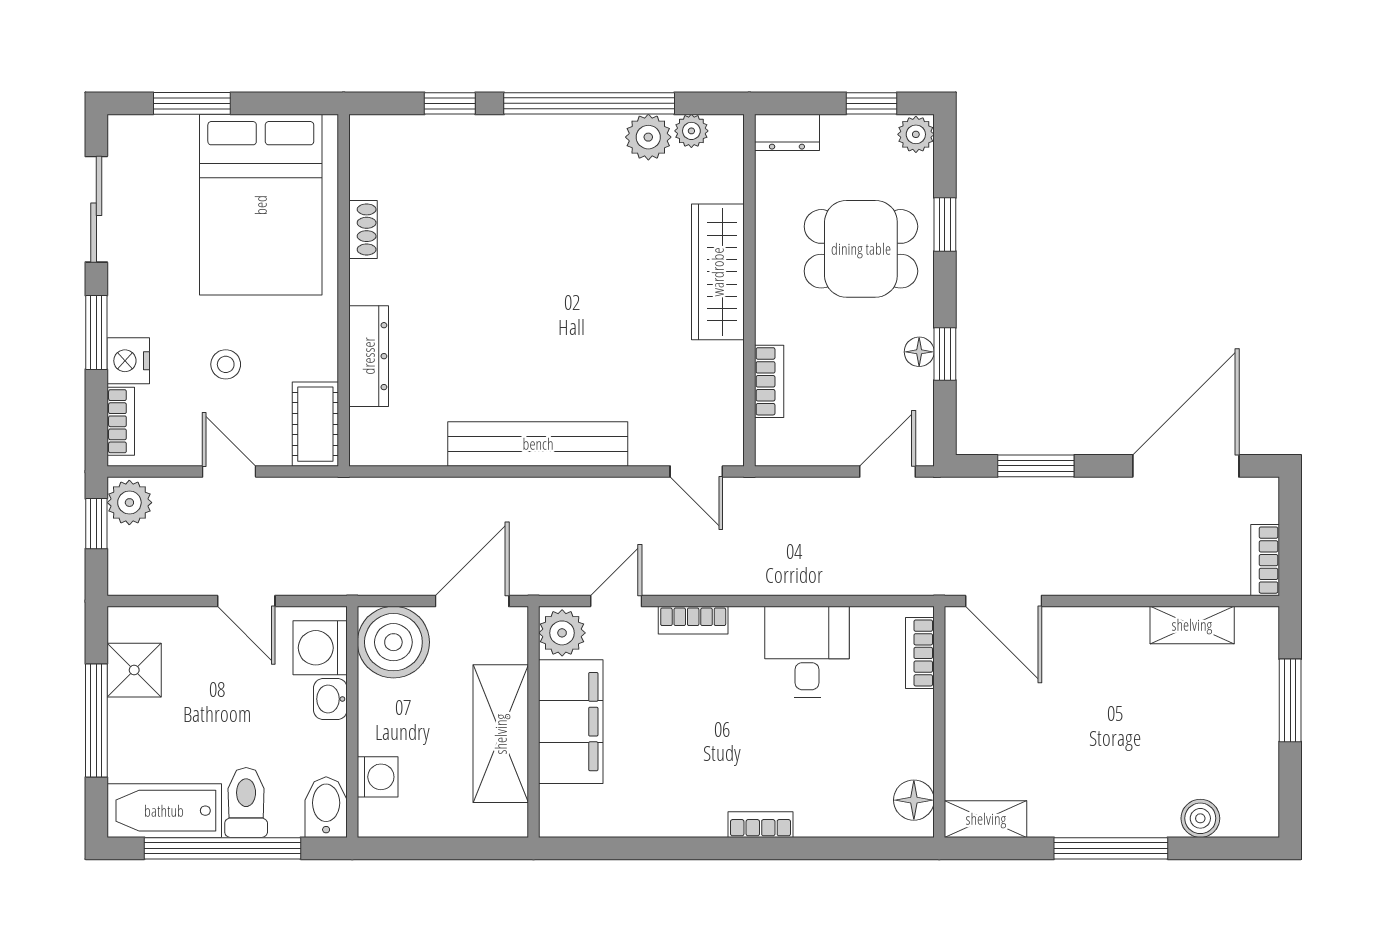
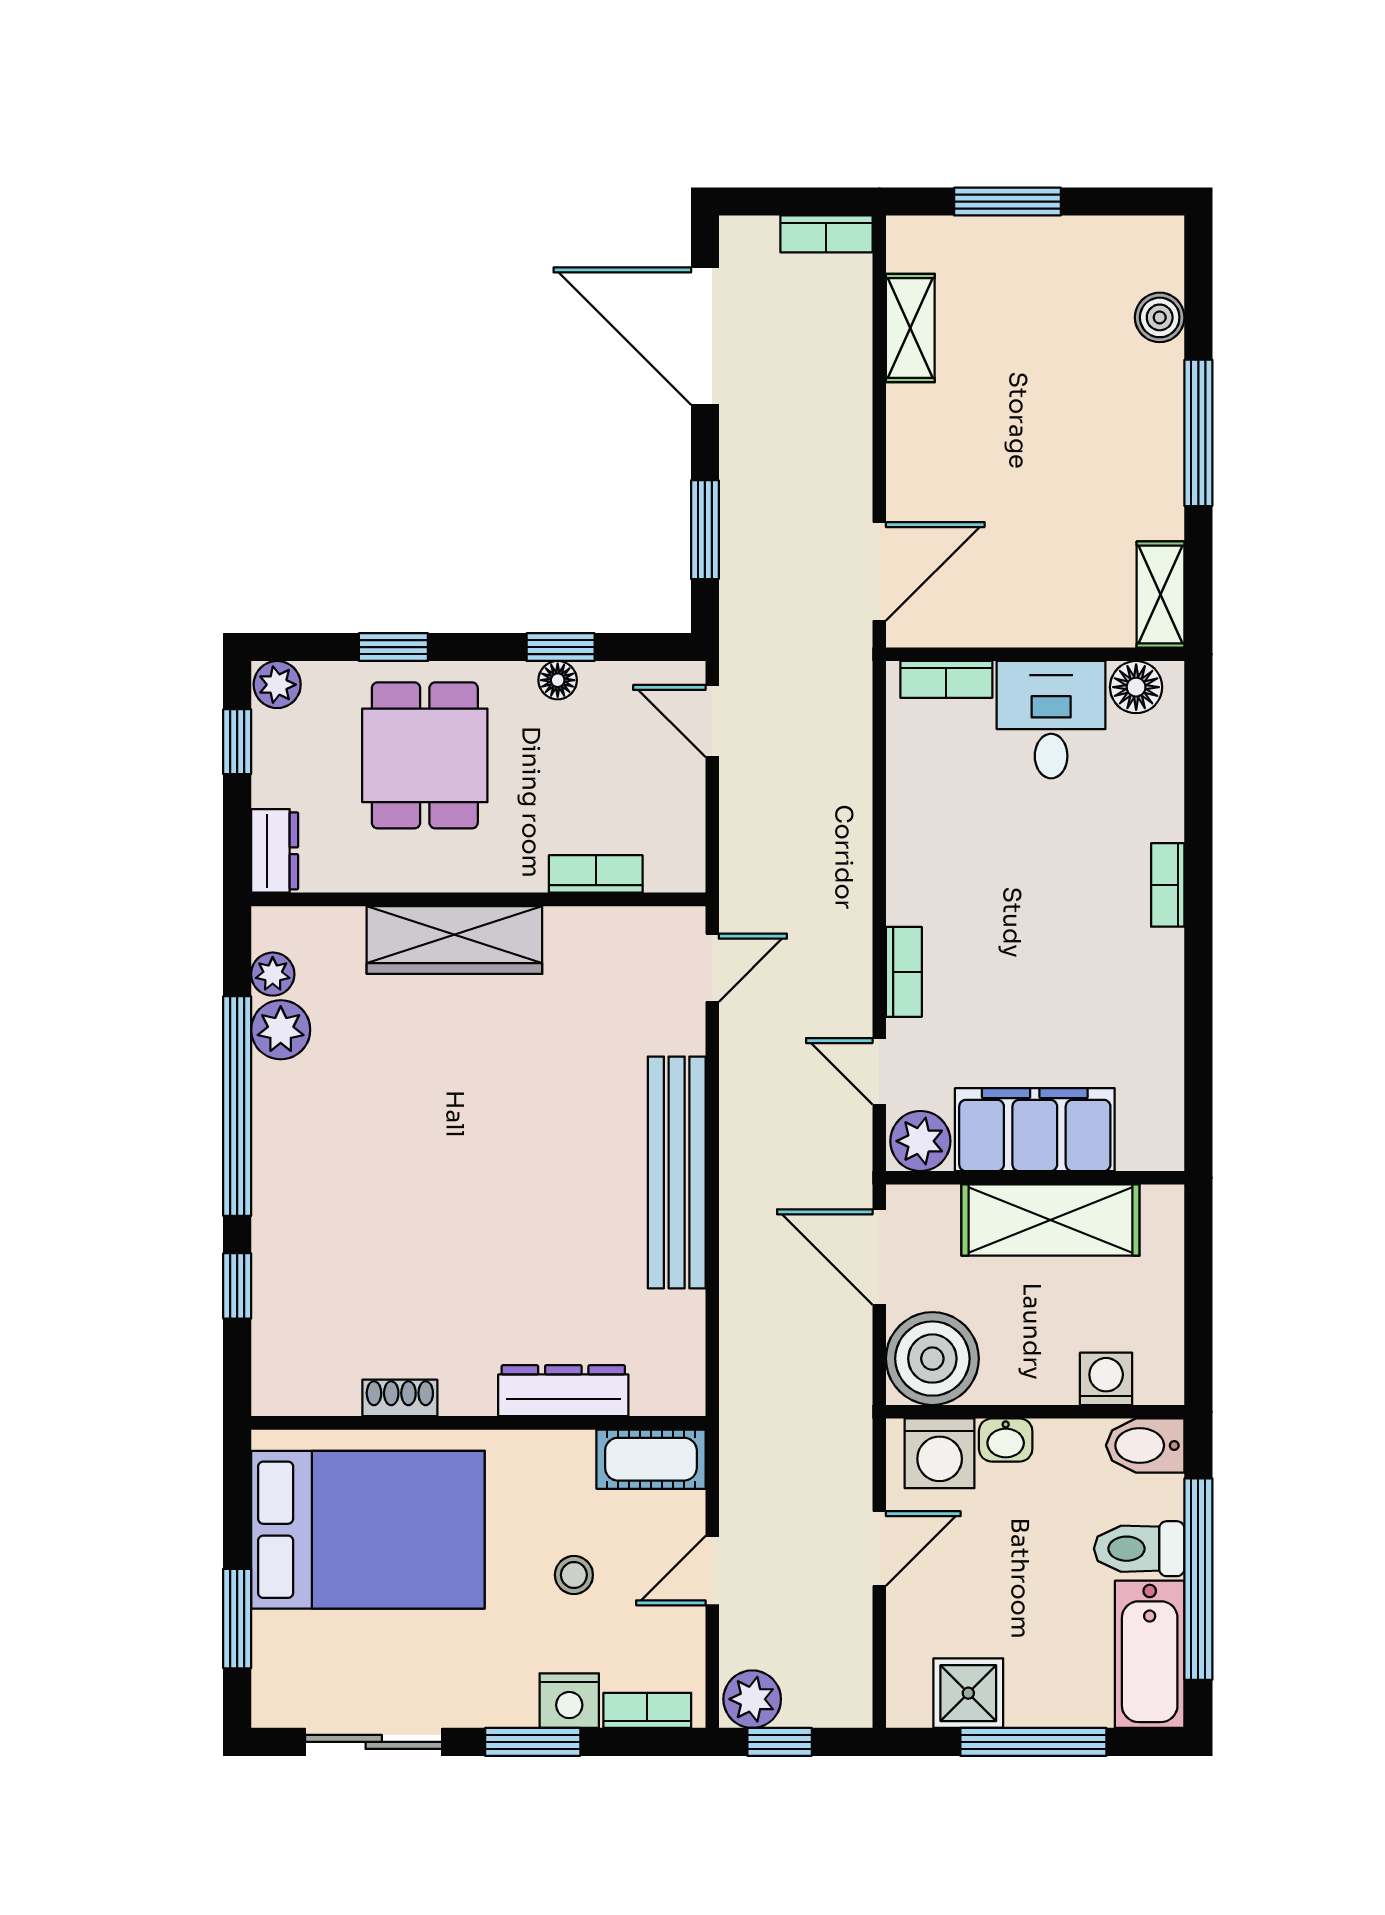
desk: (807, 652) -> (1051, 720), moved, turned 90

